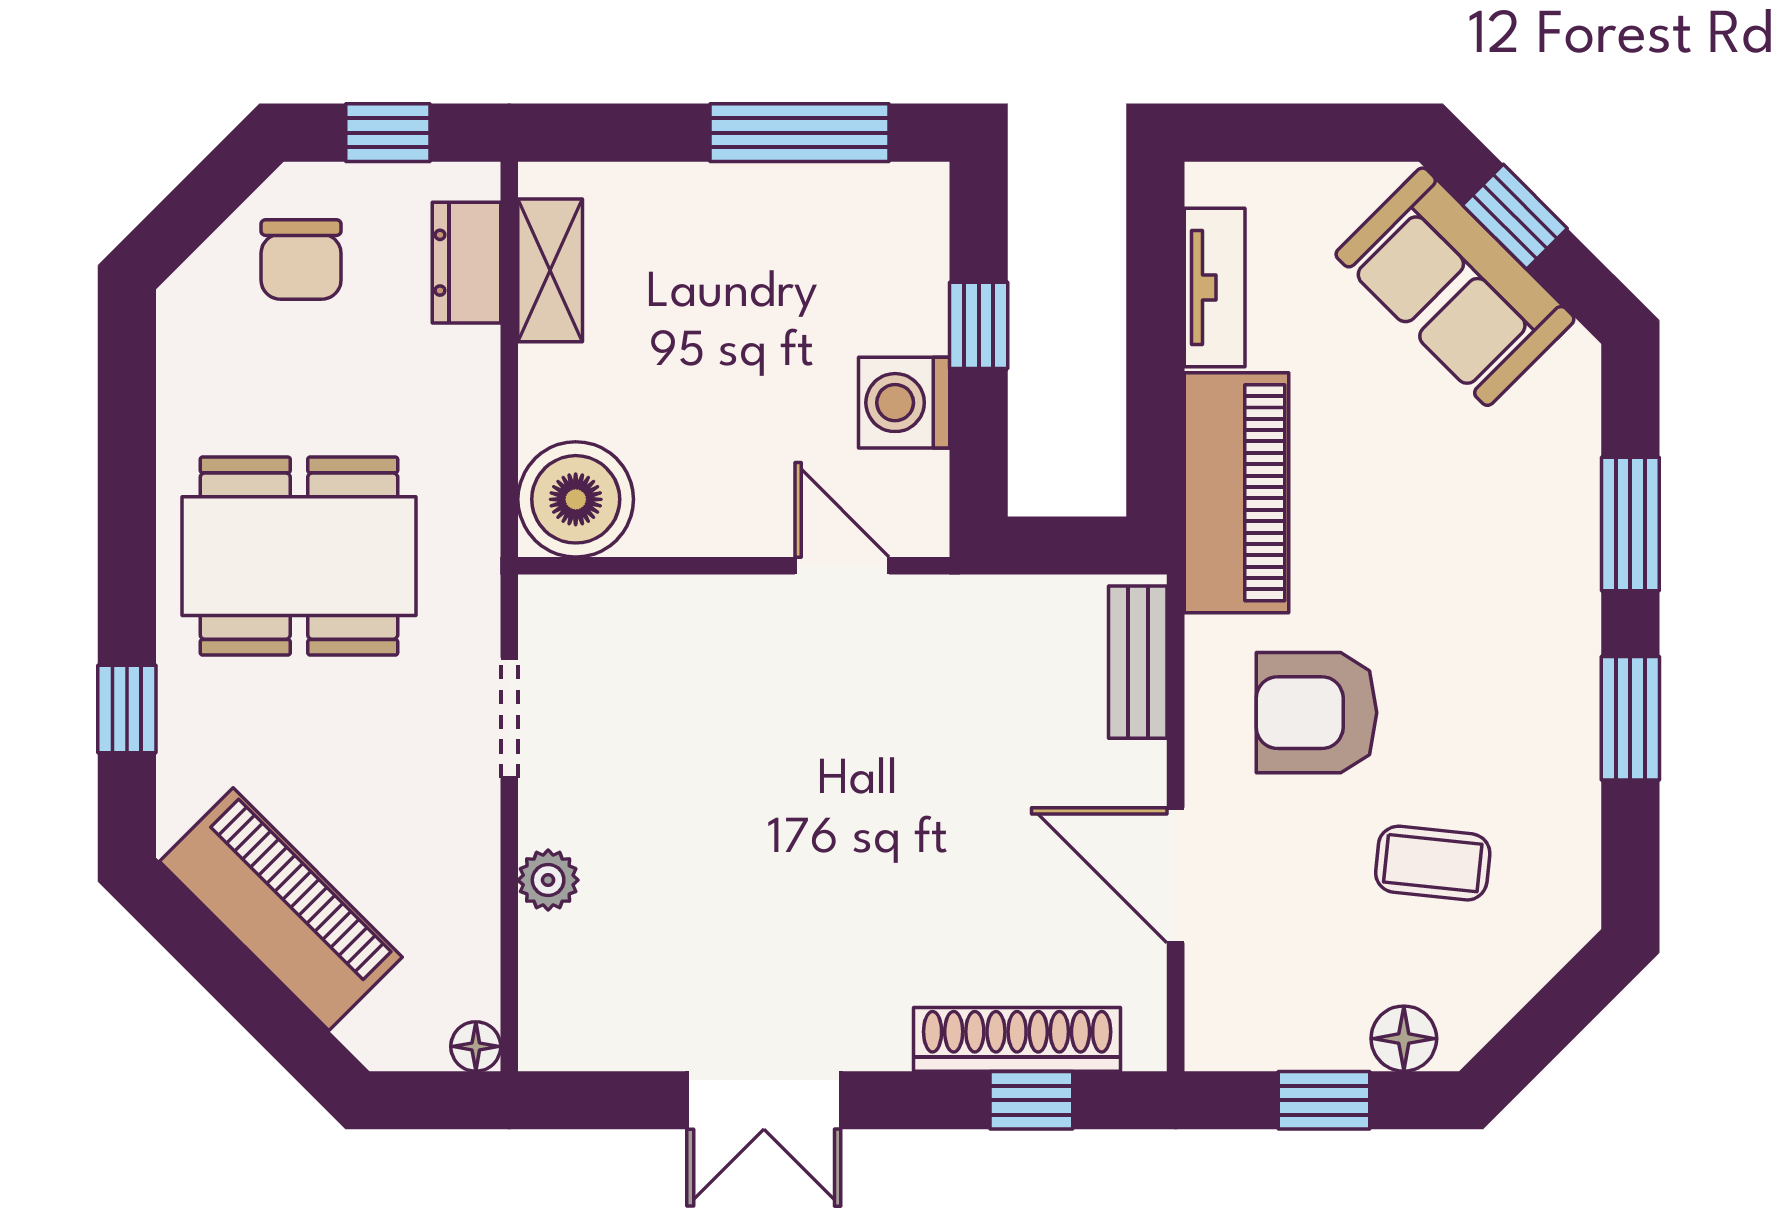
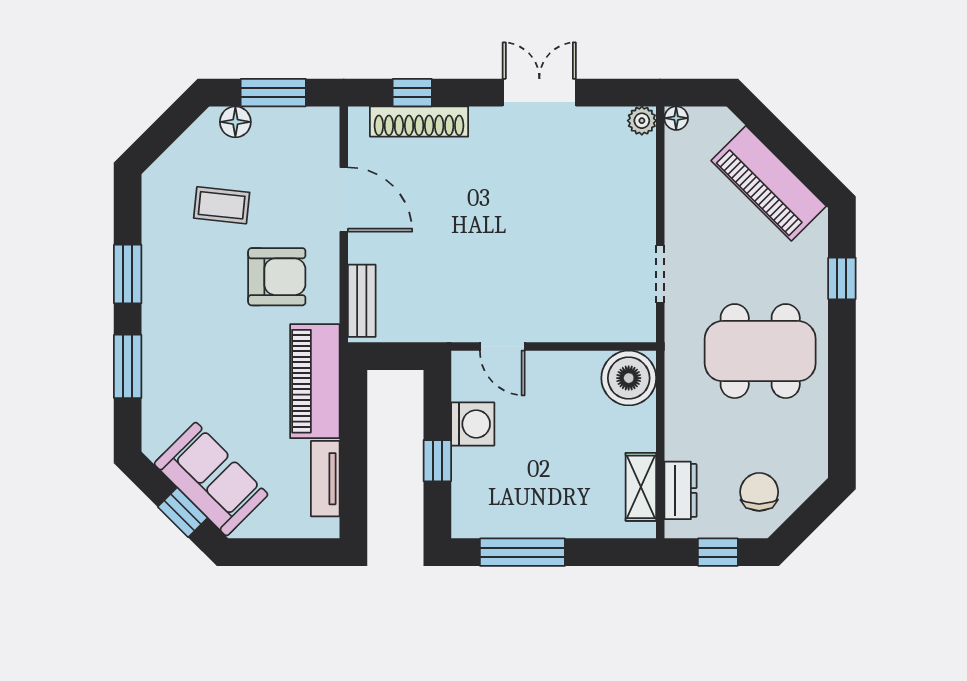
plant: (548, 880) -> (642, 121), moved
window: (1324, 1100) -> (273, 93), width x1.50

